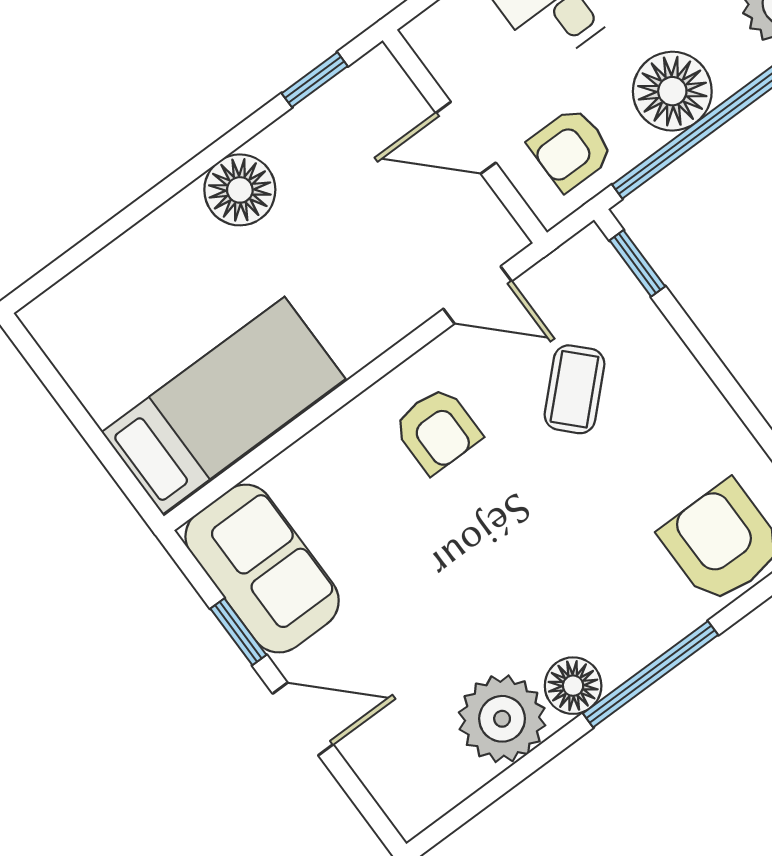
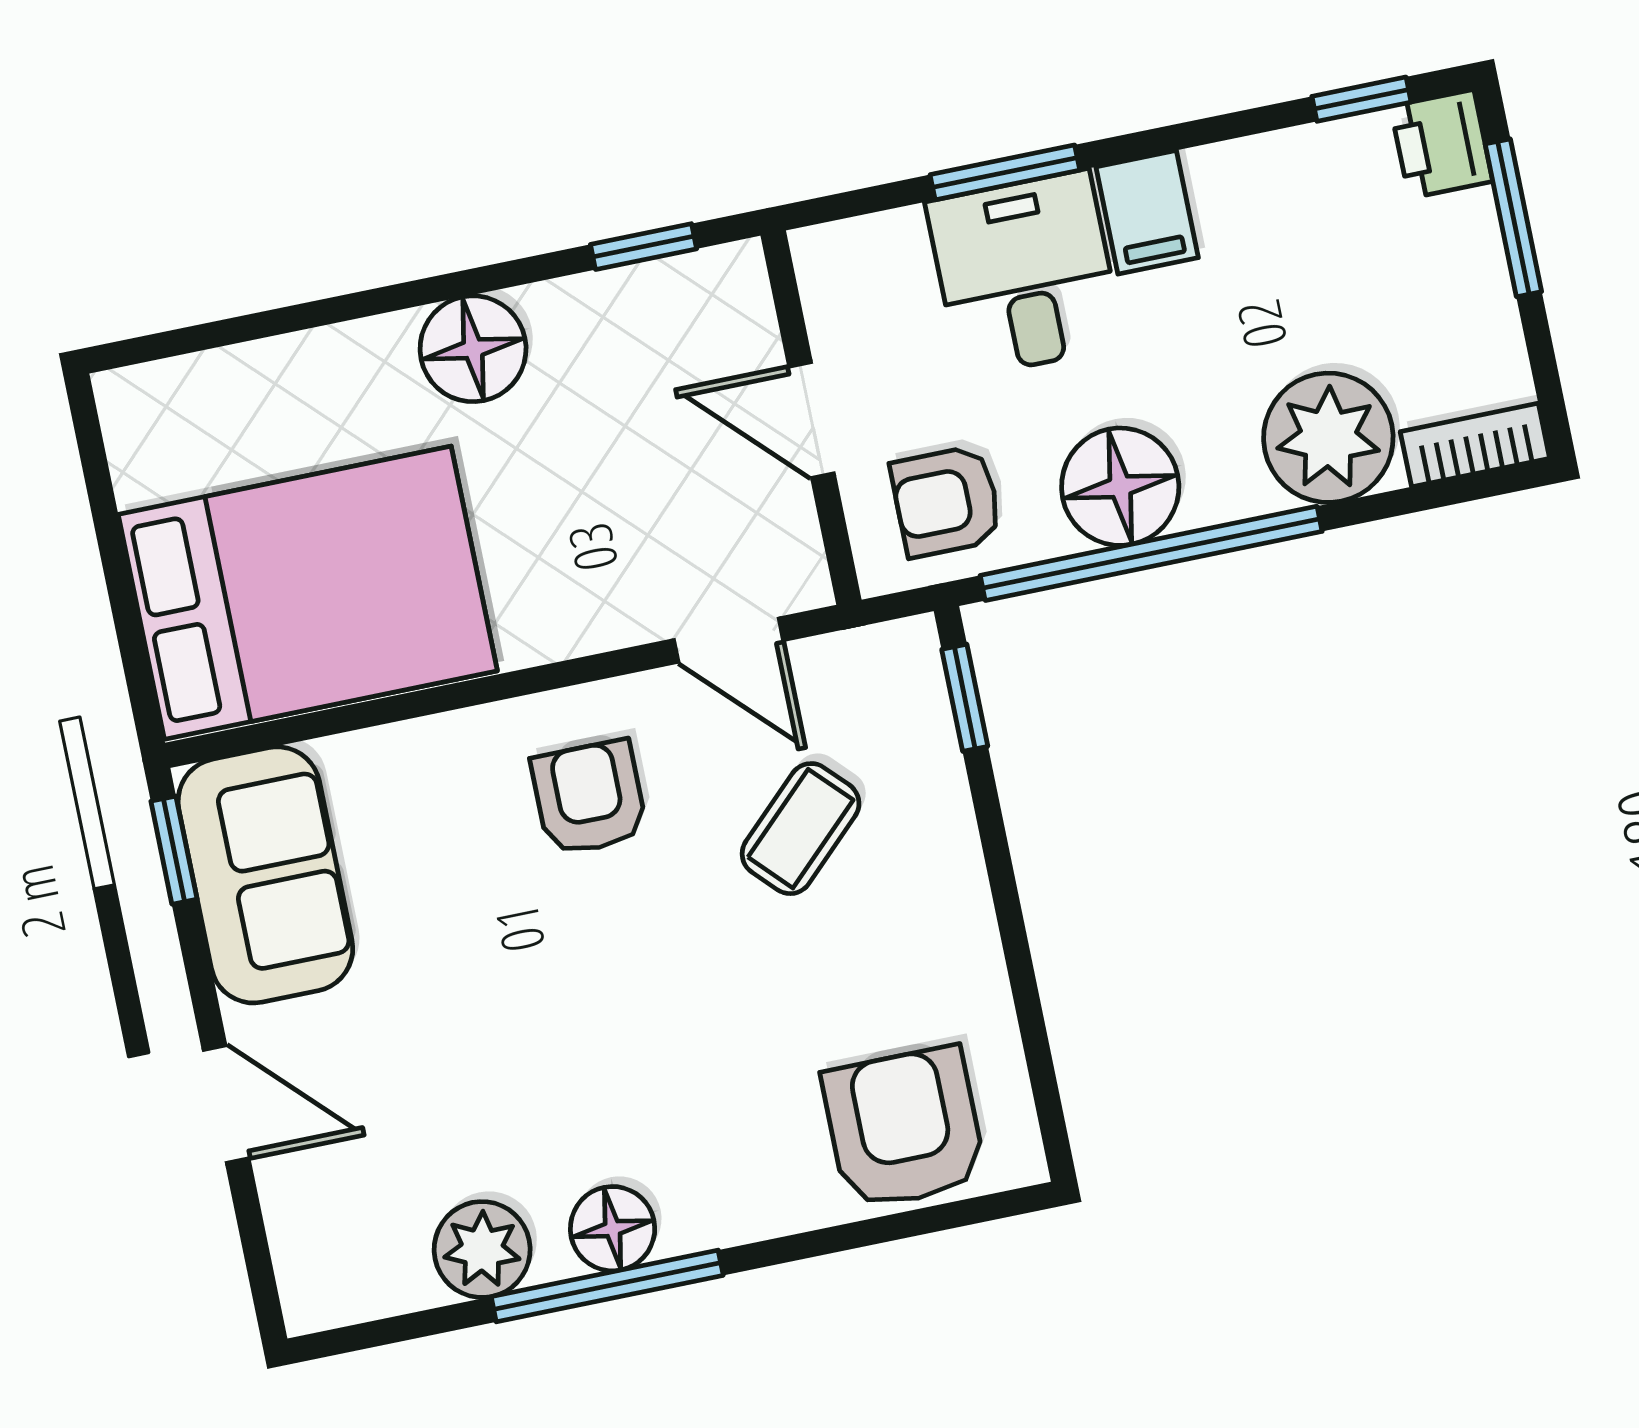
bed: (223, 406) -> (308, 593), width x1.50
armchair: (437, 430) -> (589, 798), turned 180
window: (238, 632) -> (174, 850), moved
window: (651, 674) -> (607, 1286), moved
plant: (502, 719) -> (482, 1250), width x0.73, depth x0.73

